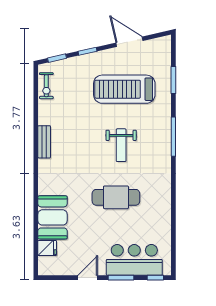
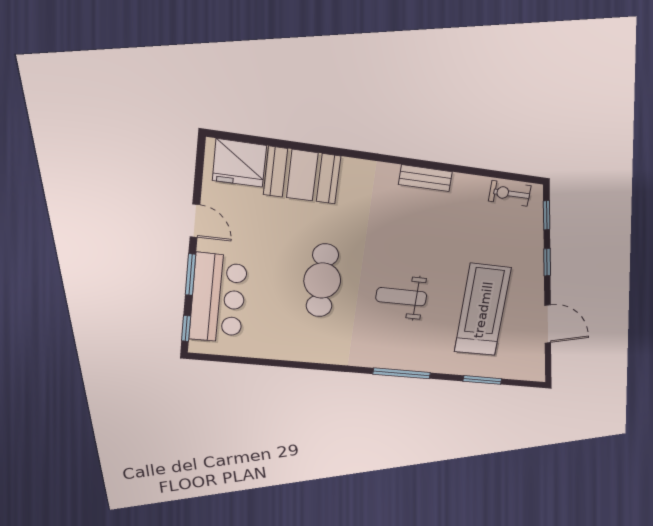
door: (129, 42) -> (548, 324), hinge flipped
fridge: (47, 248) -> (240, 163), width x1.88, depth x1.34

